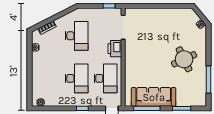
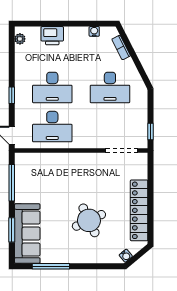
locker: (167, 14) -> (139, 210), added
printer: (115, 49) -> (52, 36), moved, turned 180
round table: (184, 59) -> (89, 220), moved
sofa: (154, 97) -> (27, 234), moved

